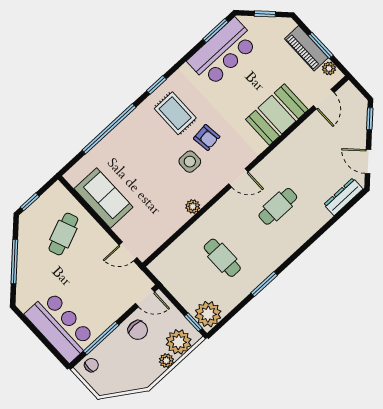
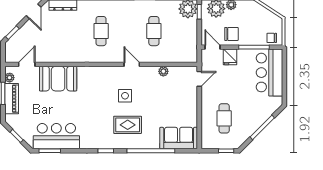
rug: (175, 113) -> (128, 125), moved, turned 90
armchair: (207, 138) -> (105, 100), removed
door: (238, 178) -> (132, 64), moved
sofa: (104, 198) -> (179, 138), moved, turned 90
cafe table: (278, 206) -> (101, 31), turned 90
plant: (193, 207) -> (163, 71), moved
cafe table: (63, 234) -> (224, 118), turned -68
door: (128, 251) -> (199, 79), hinge flipped
fridge: (117, 304) -> (230, 57), added
chair: (138, 330) -> (231, 34), turned 90

